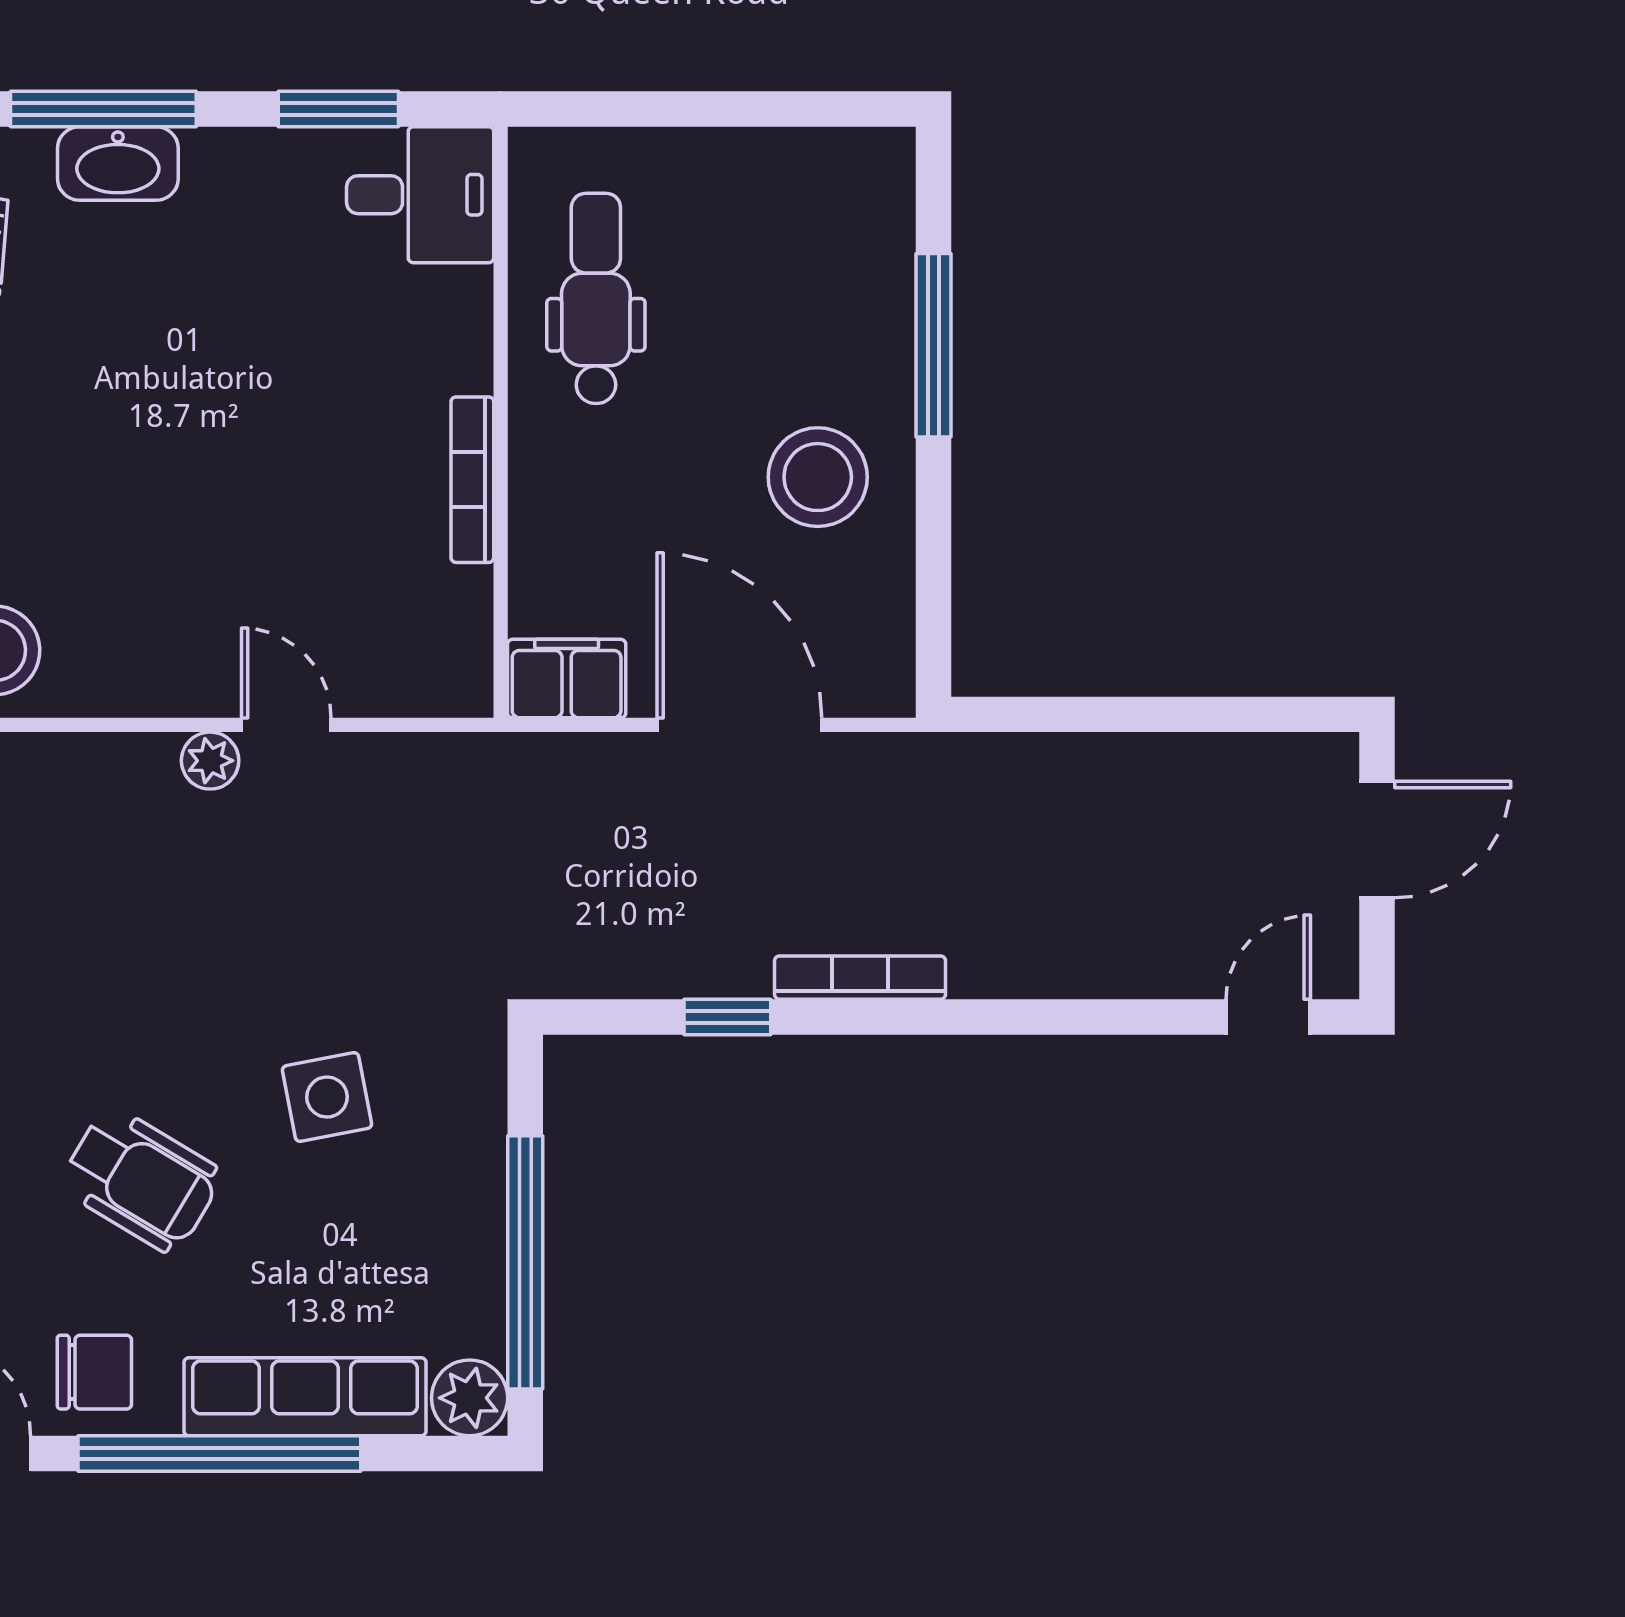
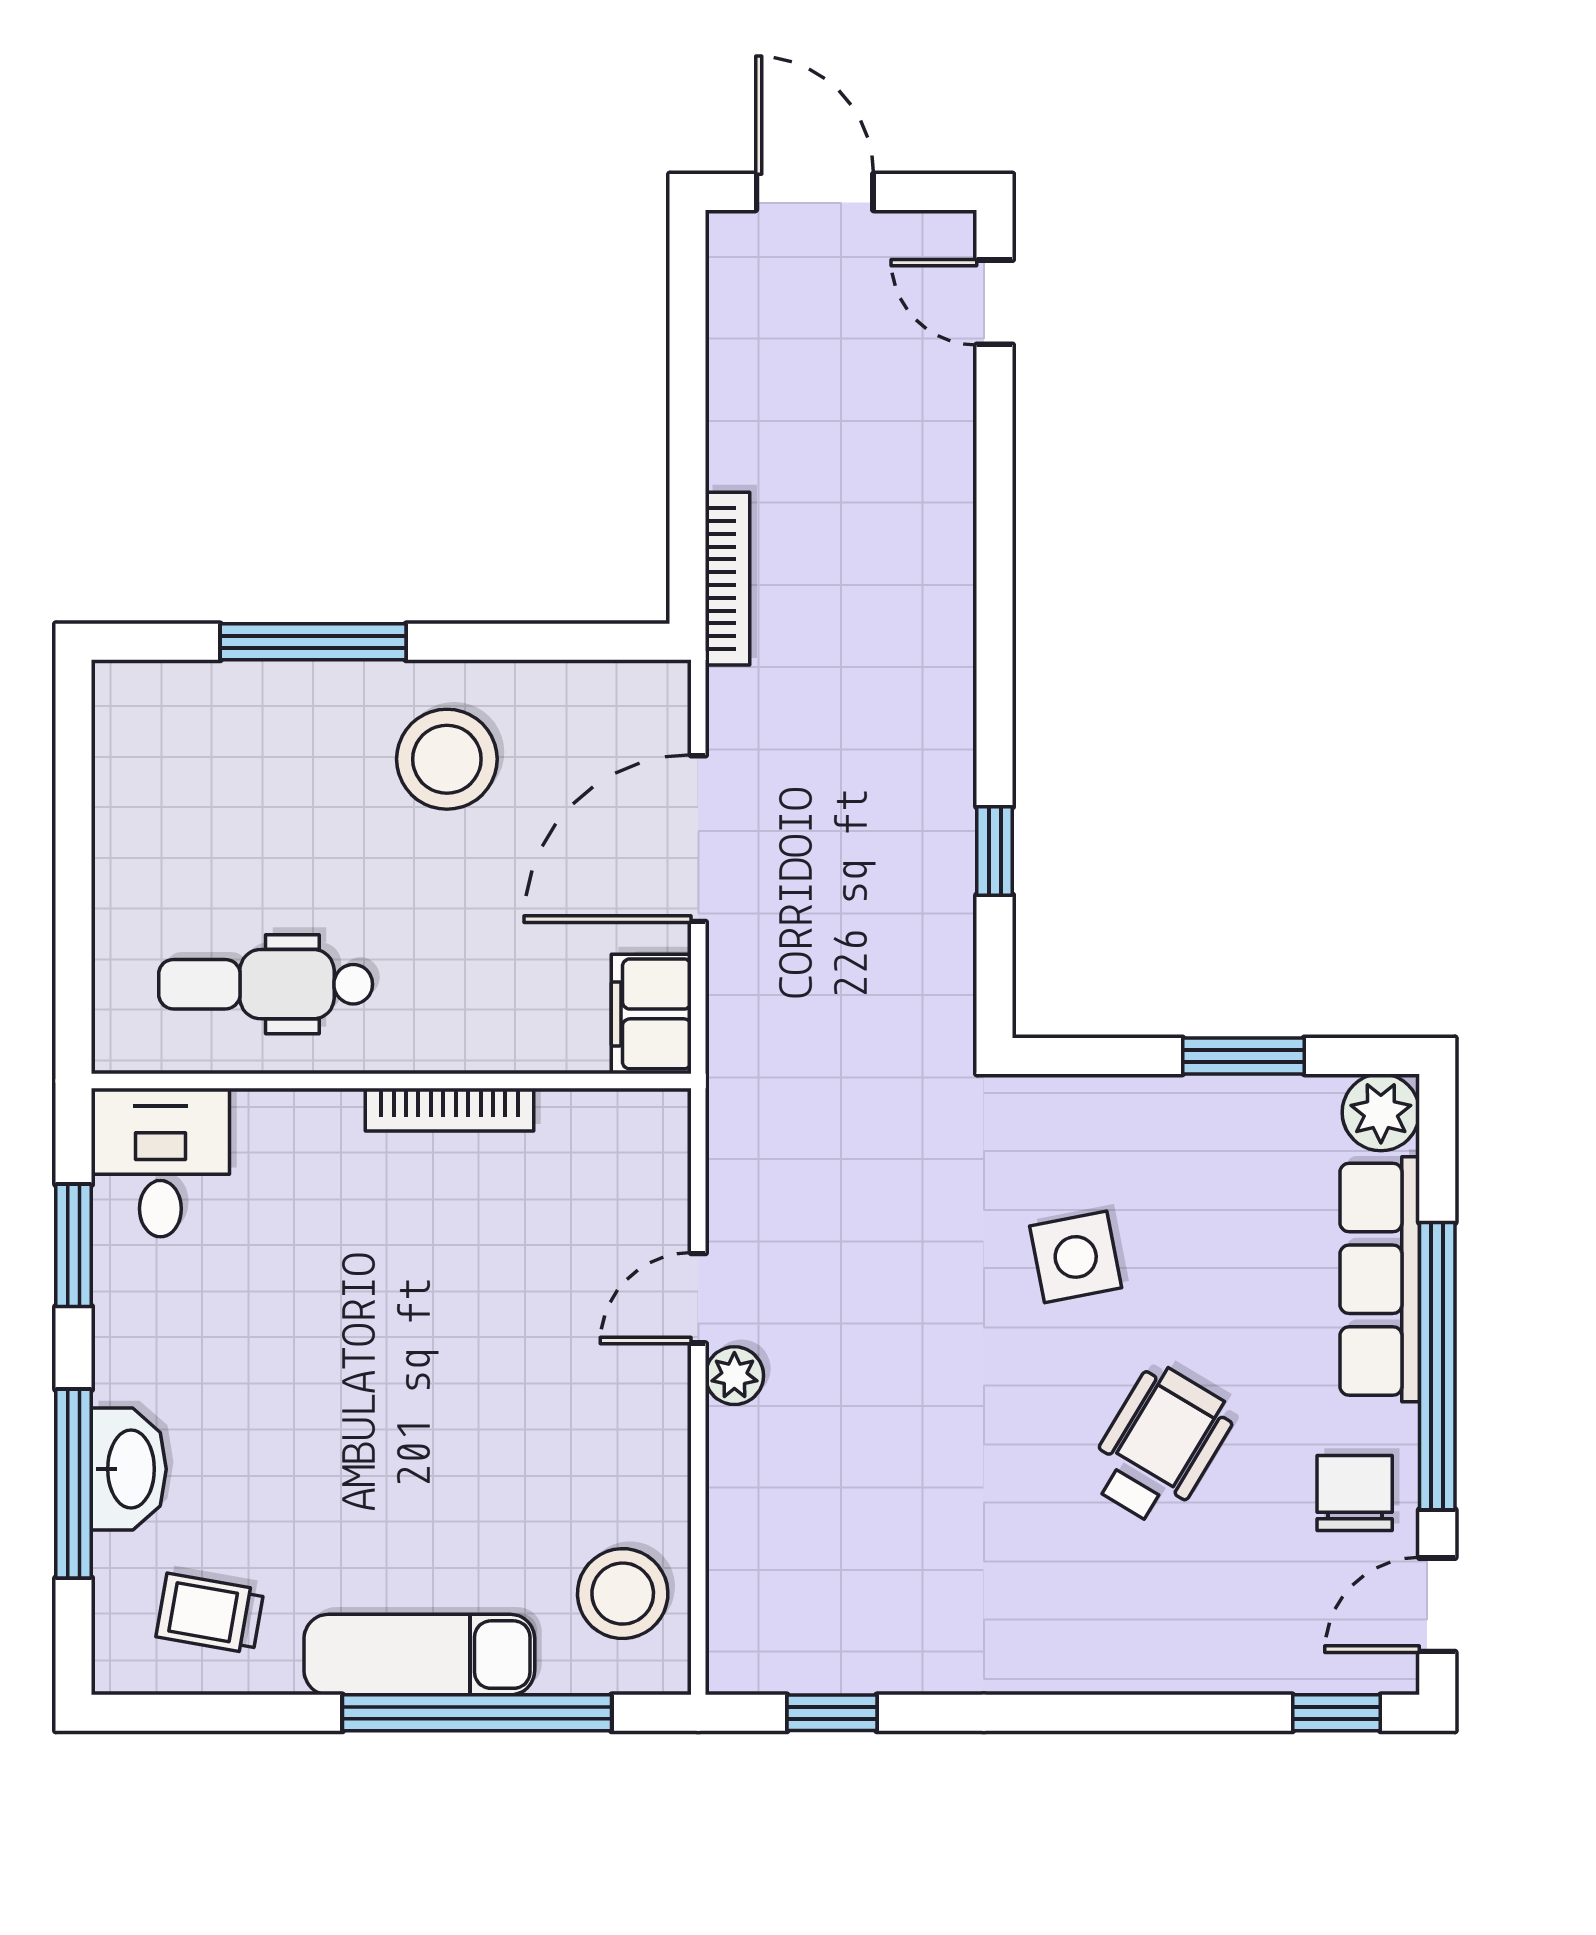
bookcase: (860, 978) -> (728, 579), moved, turned 180
window: (525, 1262) -> (1243, 1056), width x0.47

